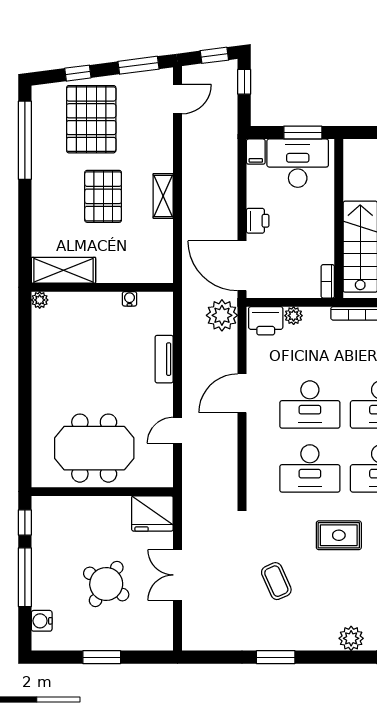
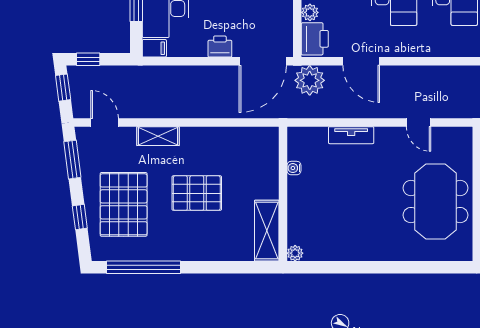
pallet: (91, 119) -> (124, 204), turned 90
shelving: (163, 196) -> (158, 136), moved
door: (242, 393) -> (361, 61), moved

